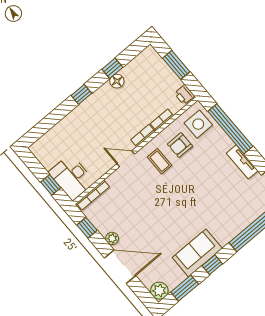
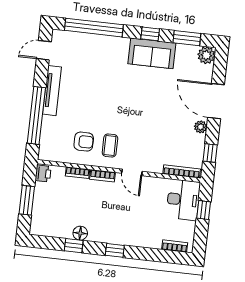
side table: (198, 124) -> (55, 143), removed
bookcase: (44, 140) -> (175, 246), added
tv unit: (242, 162) -> (52, 91), width x1.41

